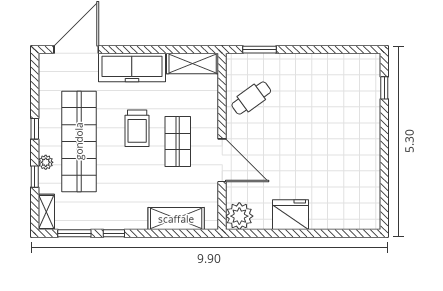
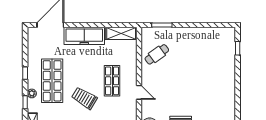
trolley: (137, 128) -> (84, 98), moved, turned 121
shop shelf: (79, 141) -> (52, 81), width x0.71
door: (222, 160) -> (139, 92), width x0.53

